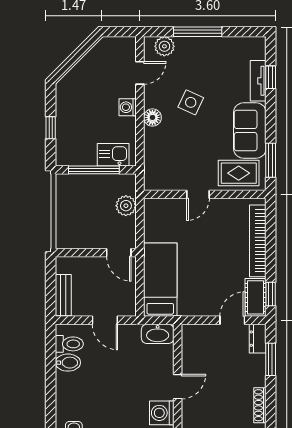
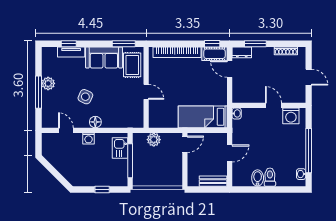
plant: (164, 46) -> (48, 83), moved
washbasin: (158, 334) -> (237, 113), width x0.52, depth x0.69
toilet: (69, 344) -> (270, 177), moved

